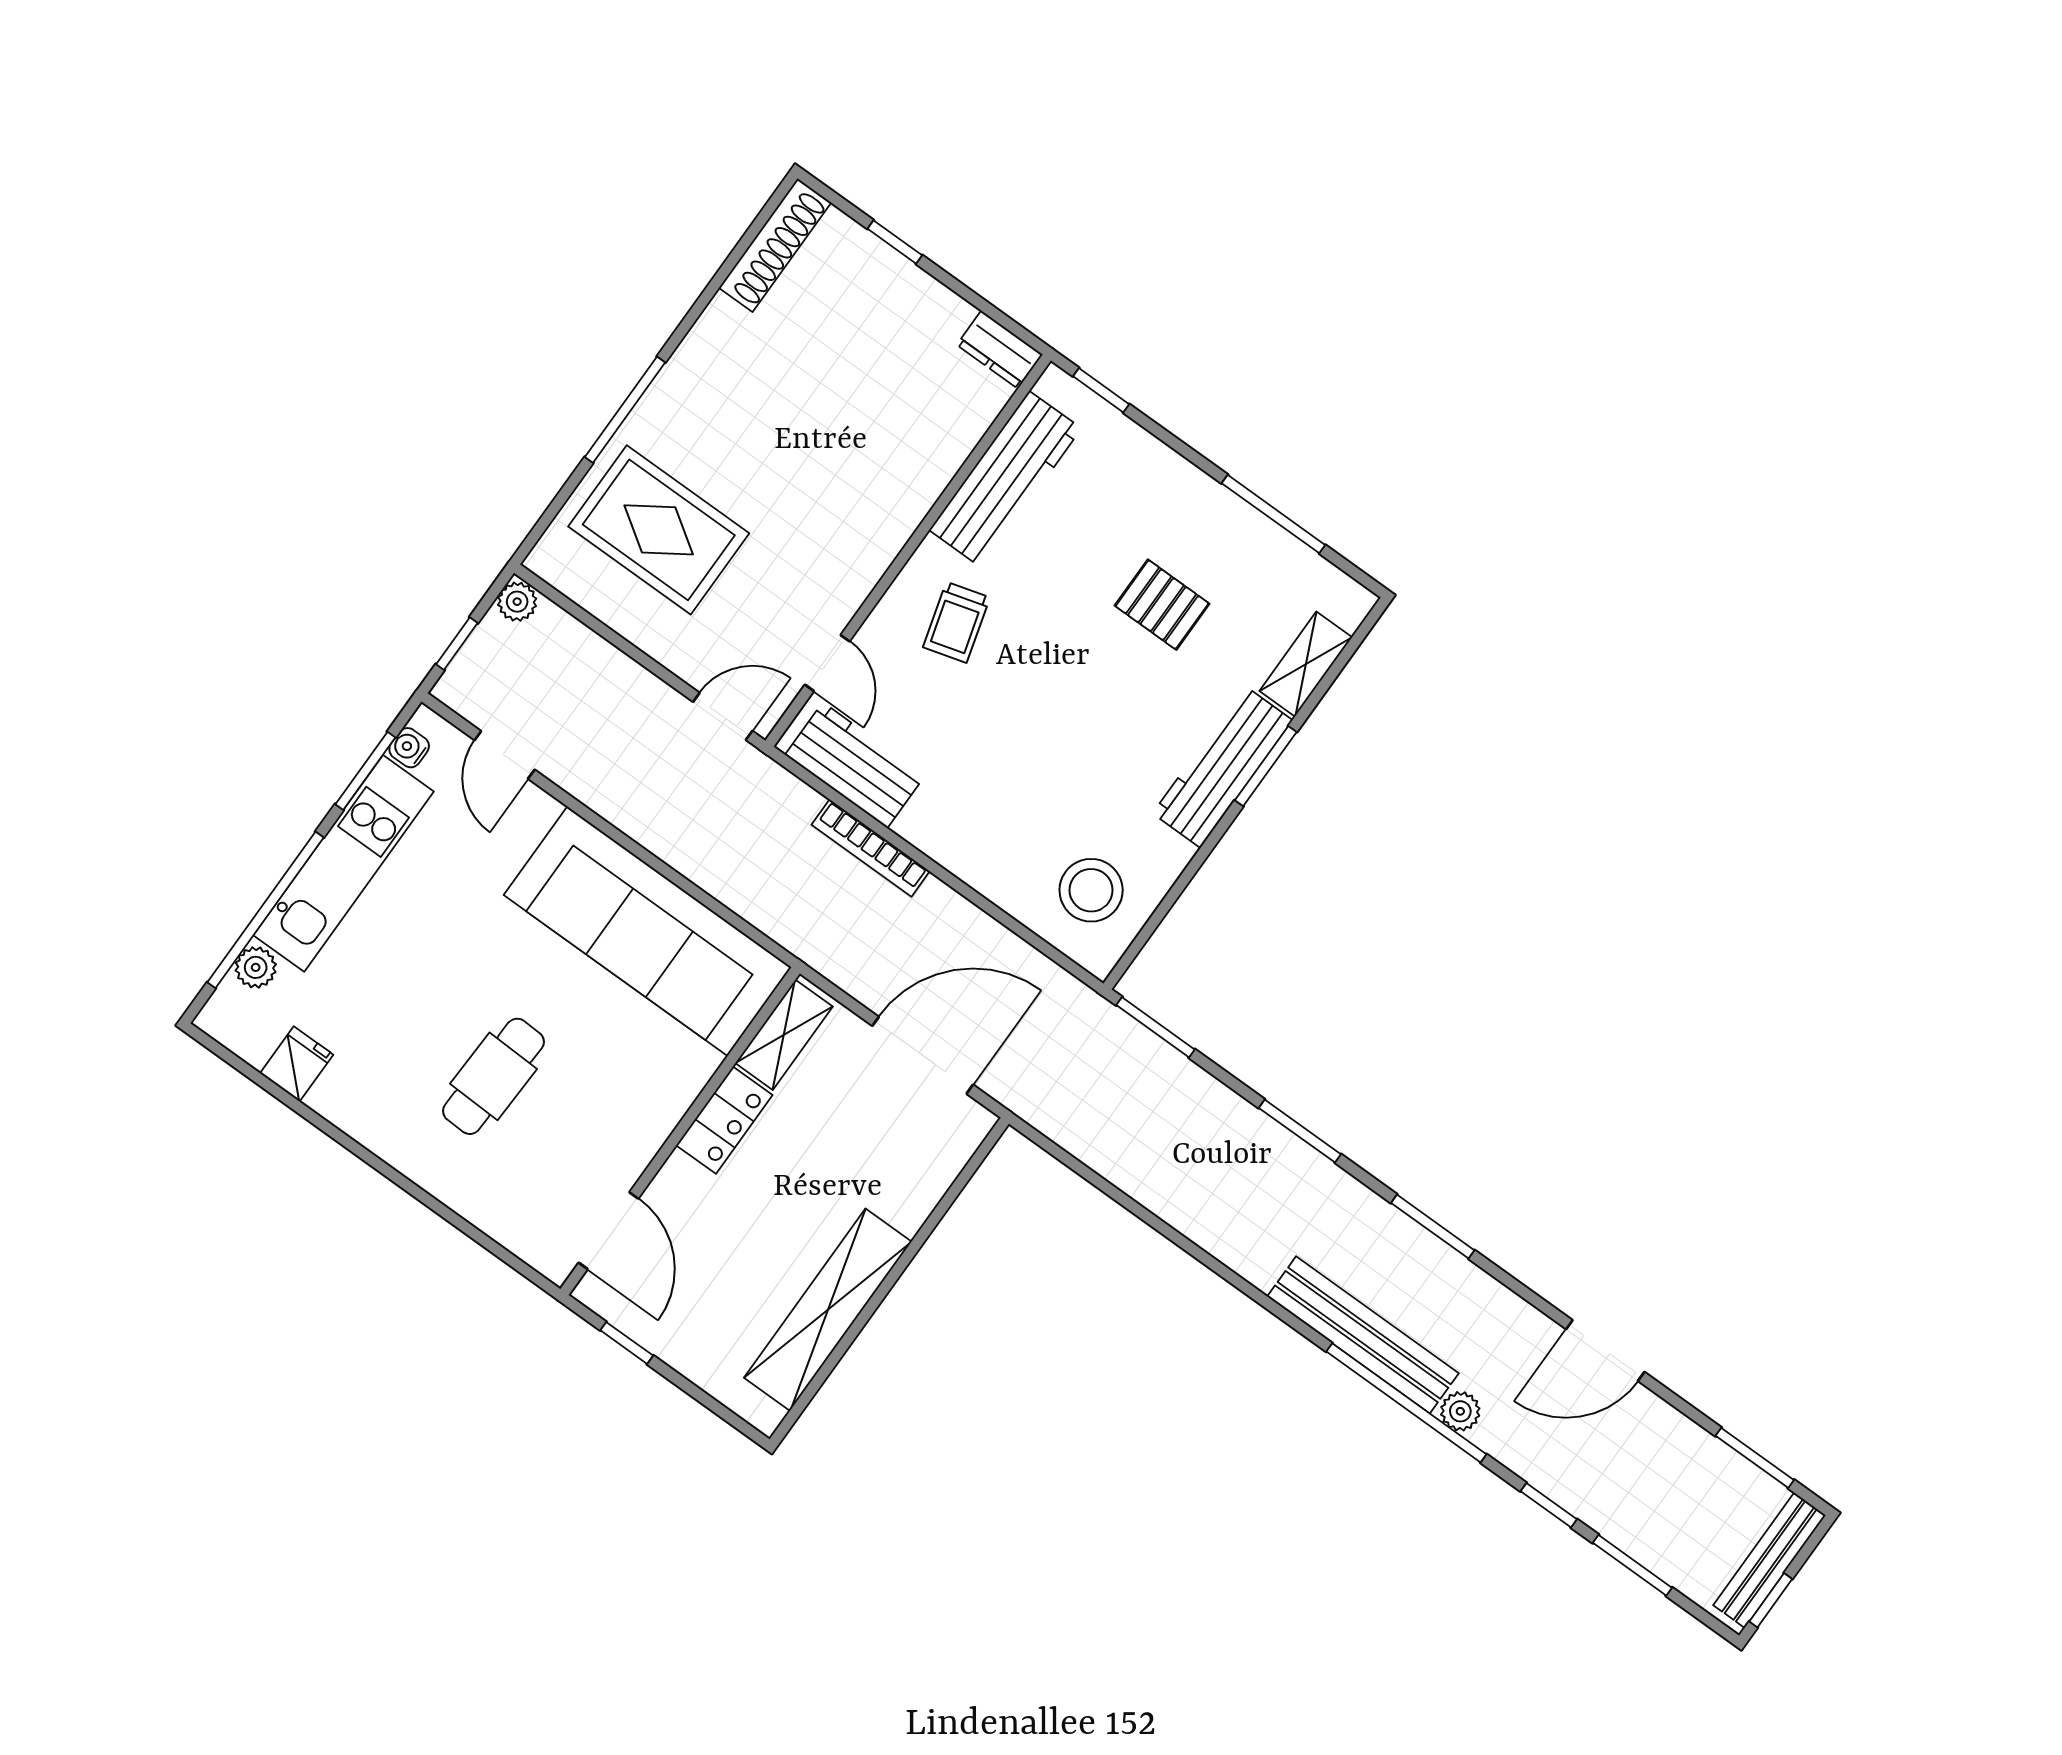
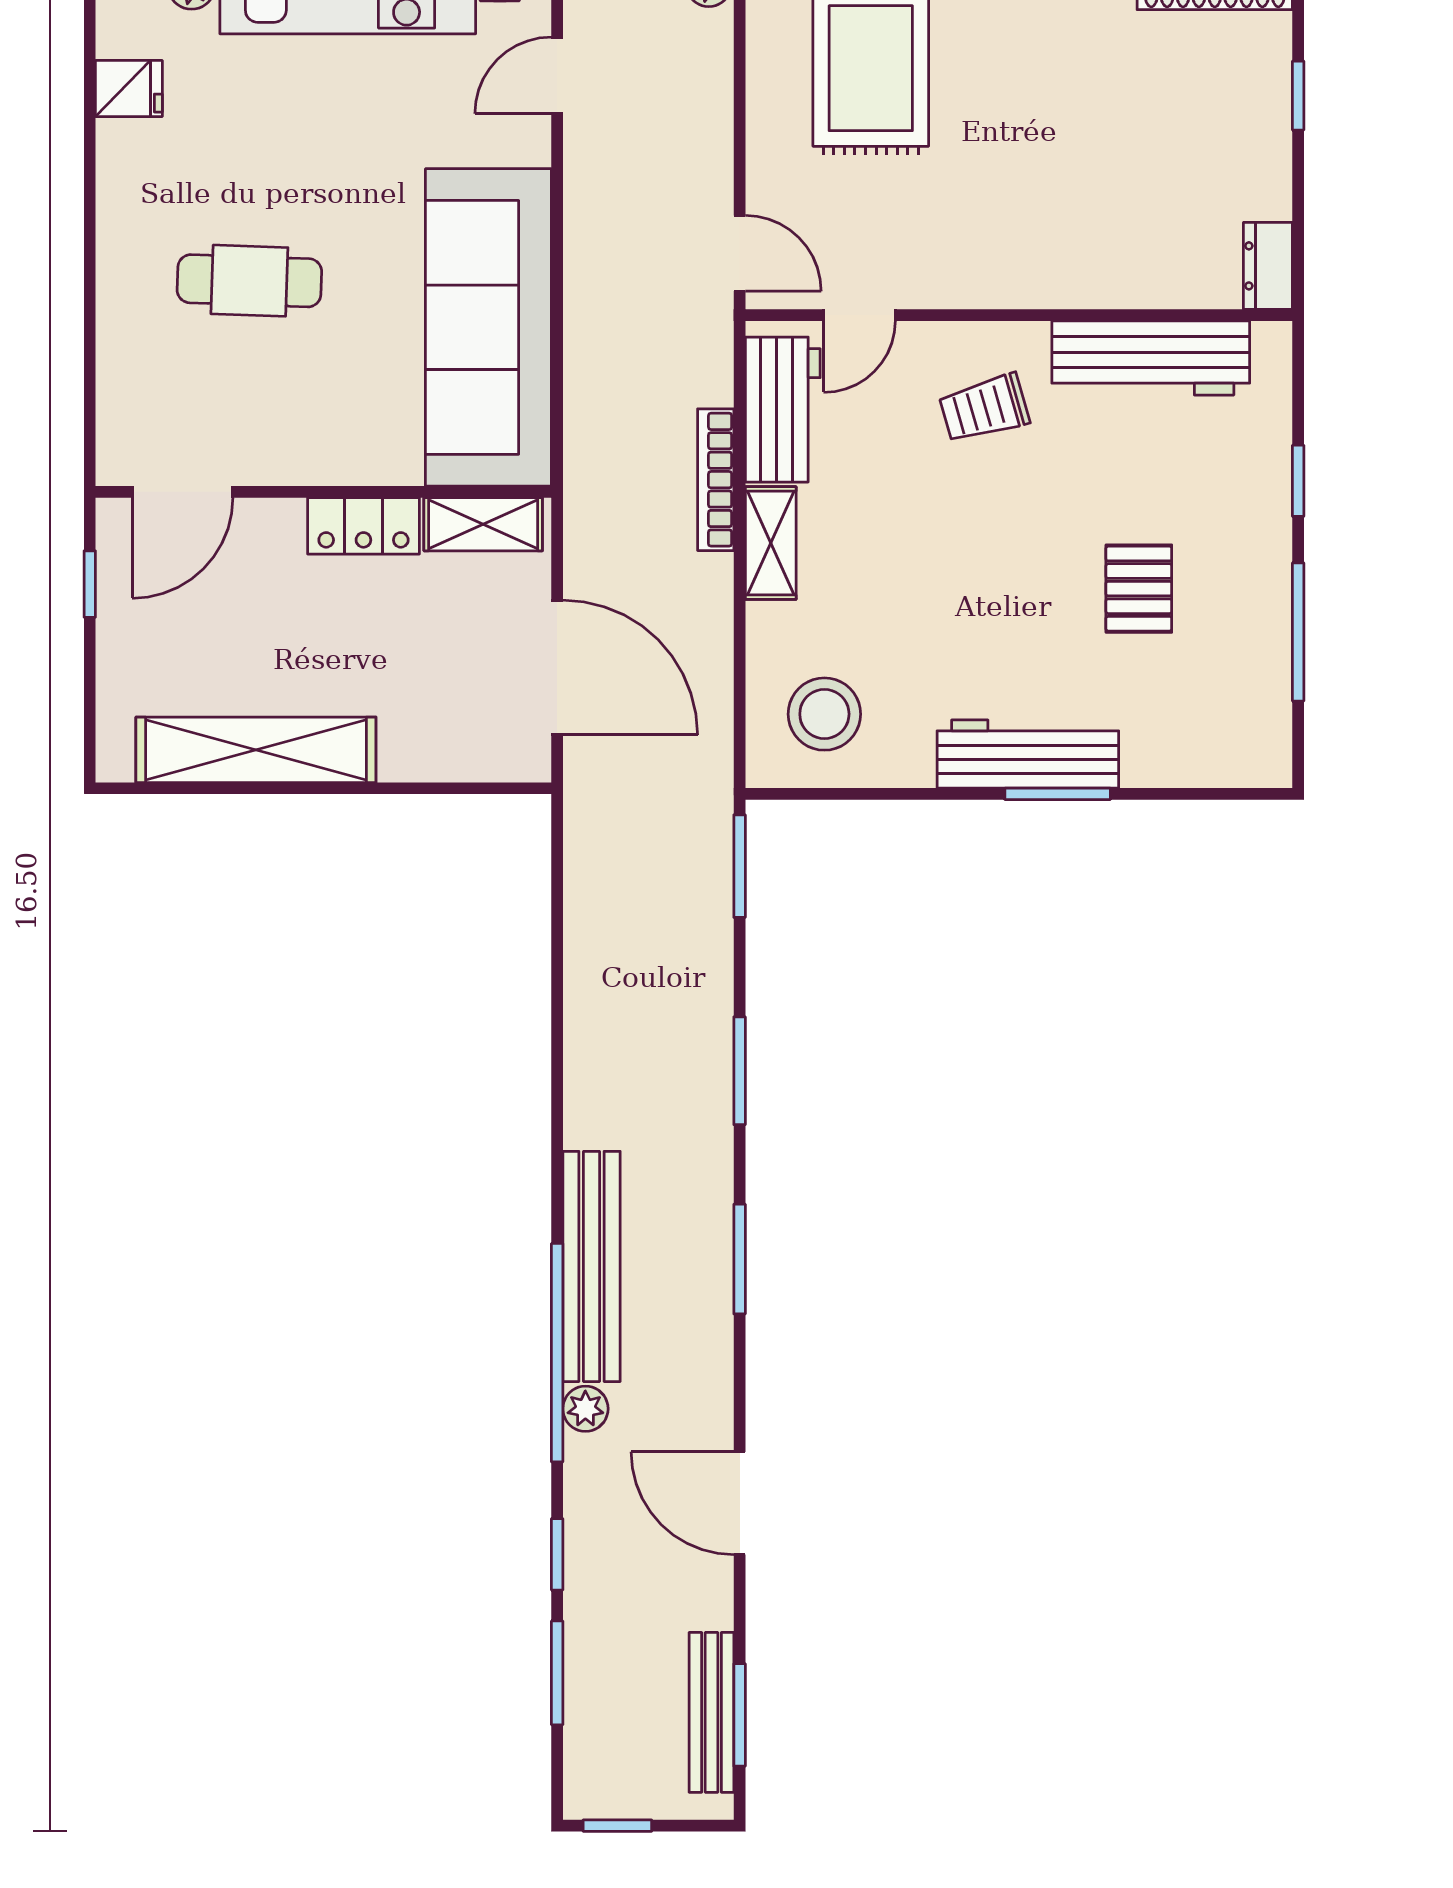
window: (1101, 390) -> (1298, 481), moved
shelving: (1306, 664) -> (771, 543), moved, turned 90
bench: (1770, 1560) -> (711, 1712), moved, turned 90

